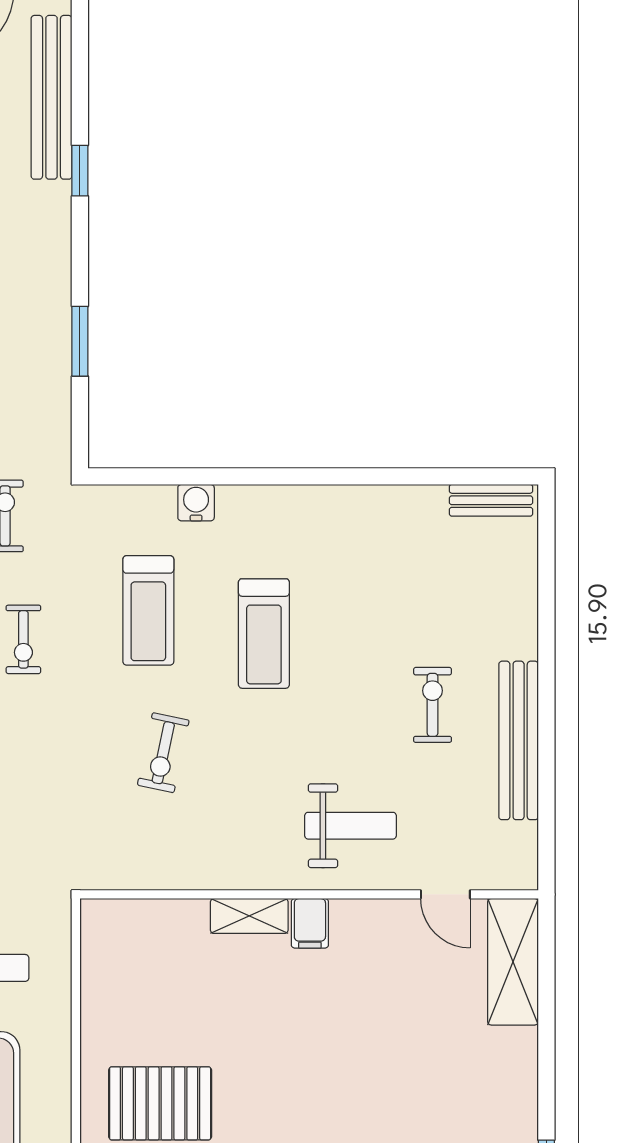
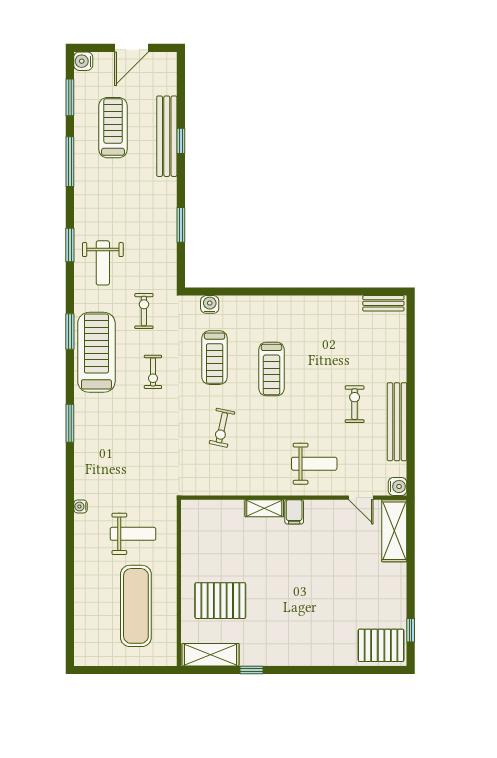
bench: (51, 97) -> (167, 136), moved
water cooler: (196, 503) -> (210, 304), moved
water cooler: (520, 872) -> (398, 486), added

